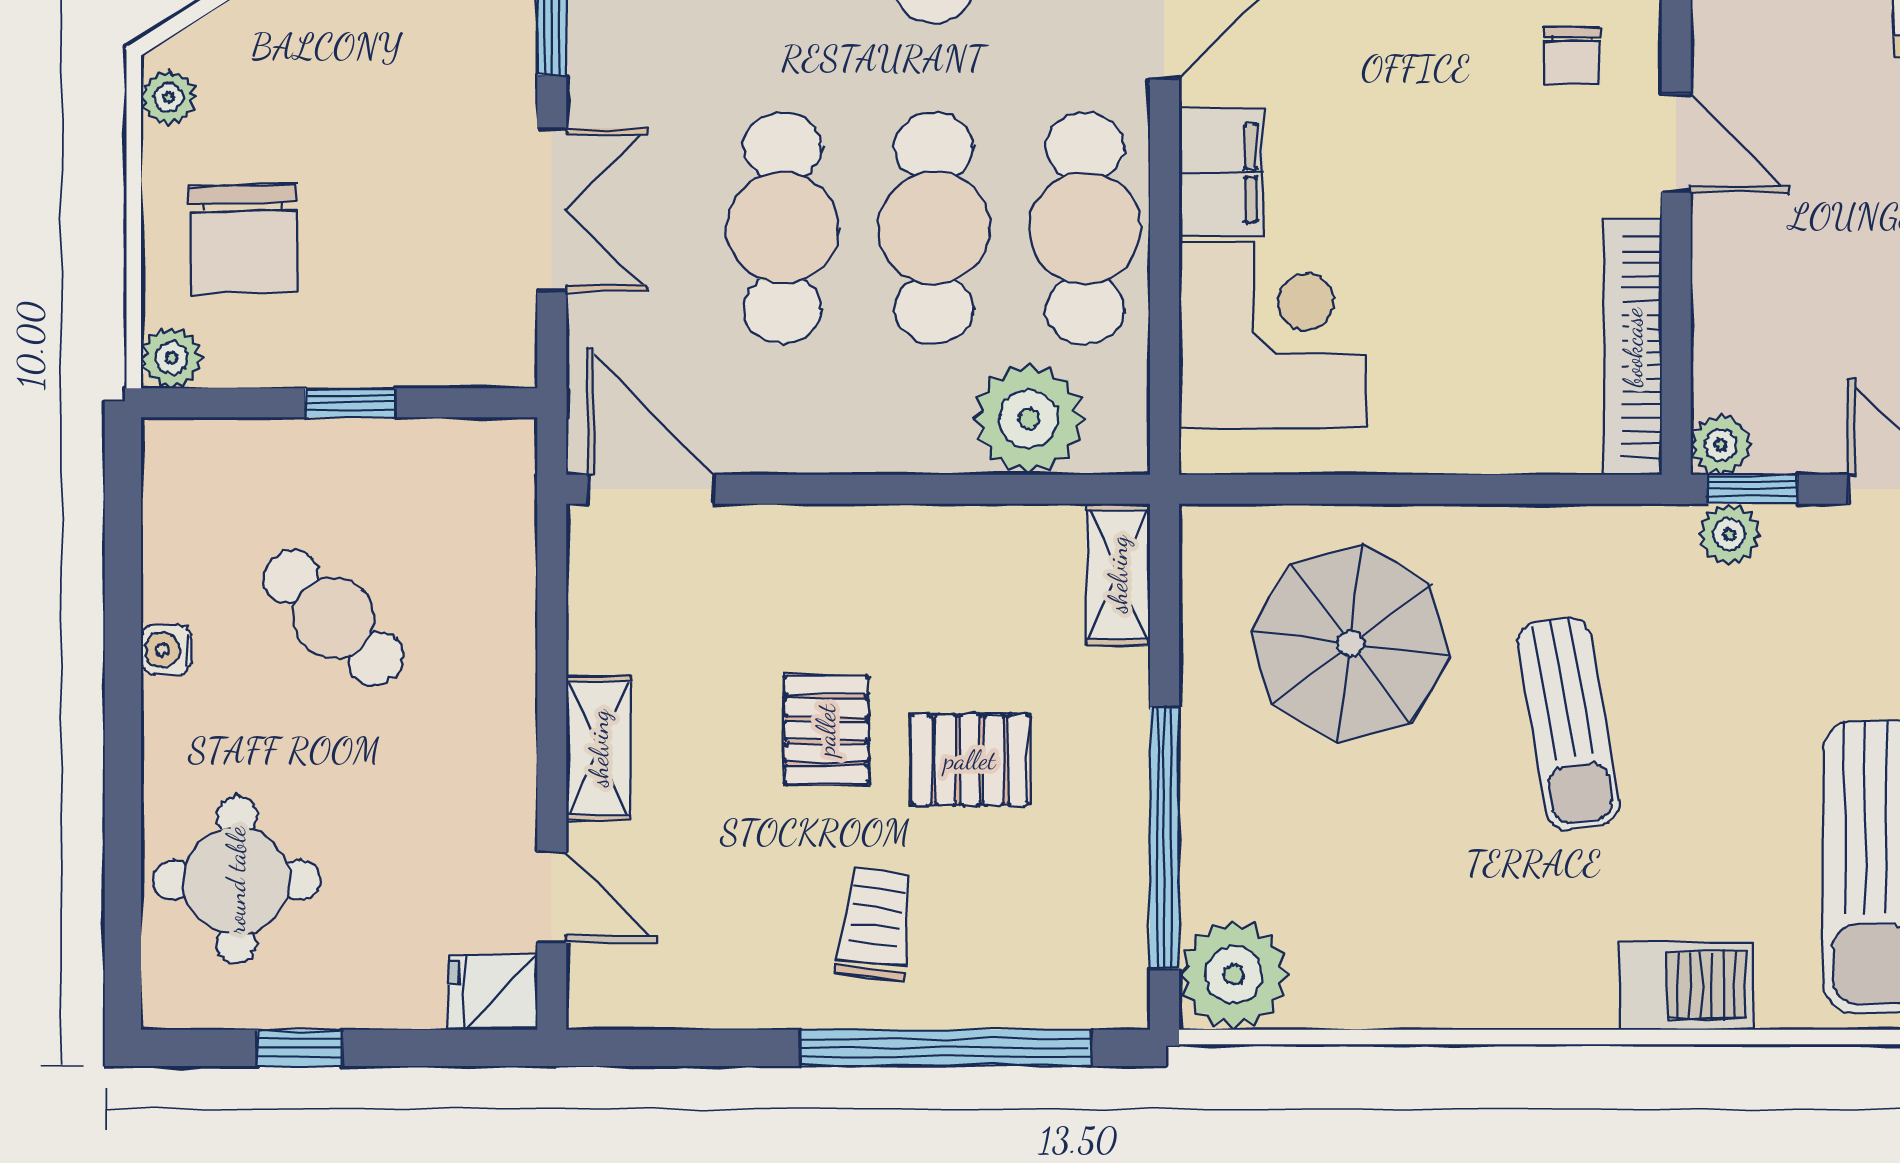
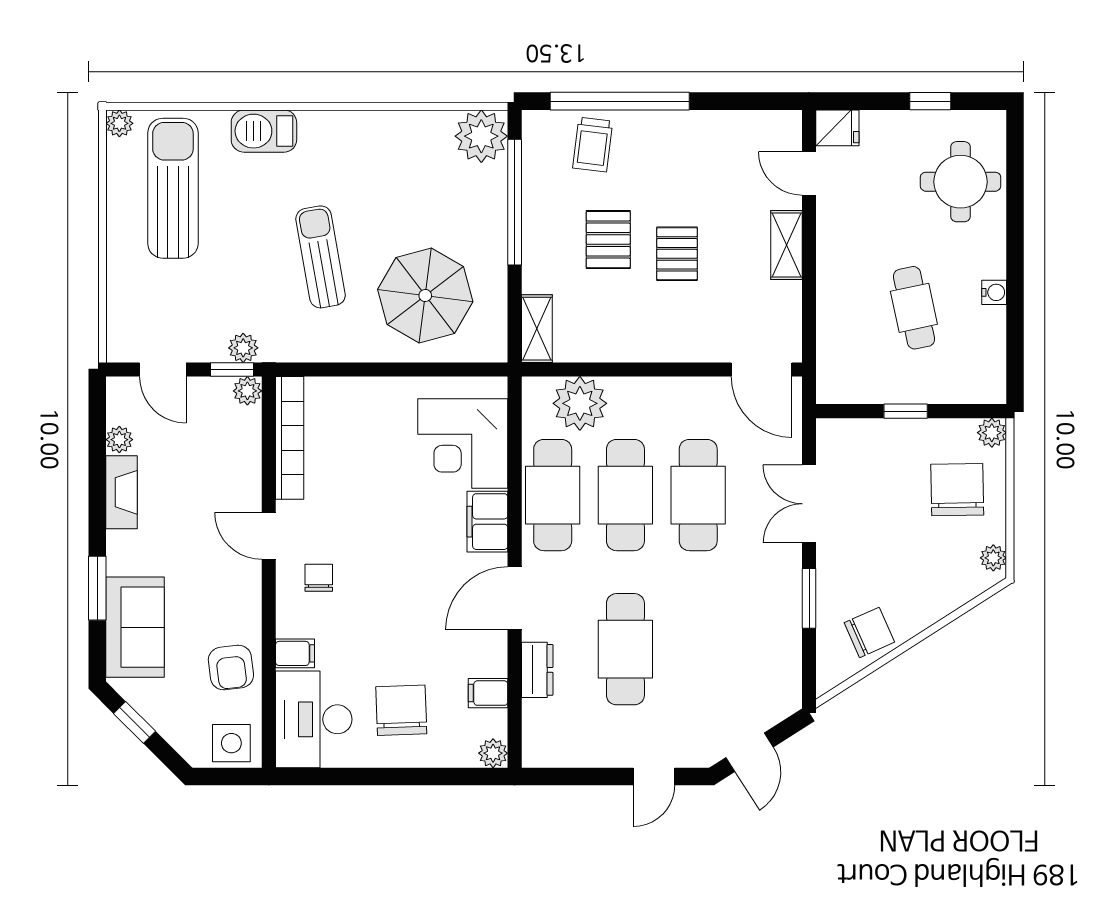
cafe table: (333, 618) -> (914, 308), turned 34
pallet: (970, 760) -> (608, 240), turned 90
trolley: (876, 924) -> (593, 145), moved

